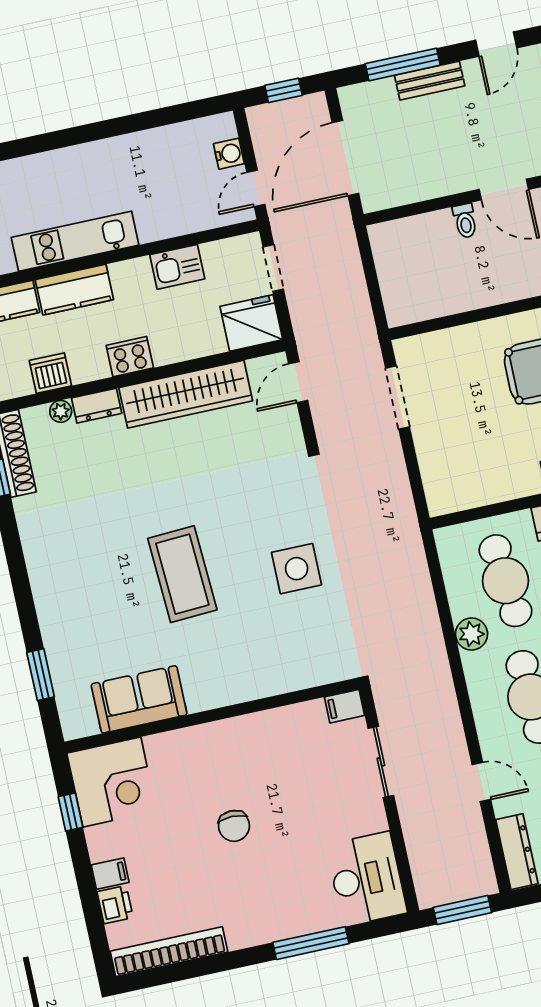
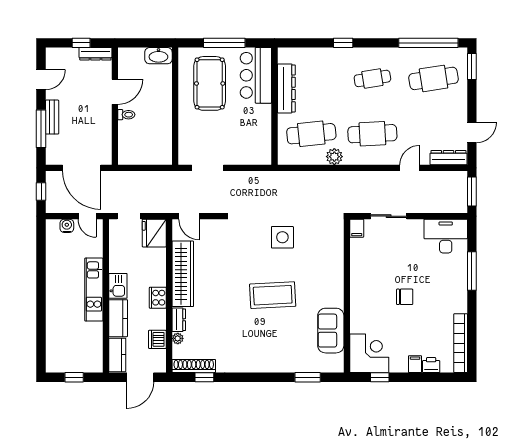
door: (496, 44) -> (41, 80), hinge flipped
kitchen unit: (75, 241) -> (94, 290), moved
kitchen sink: (177, 267) -> (118, 286), moved

